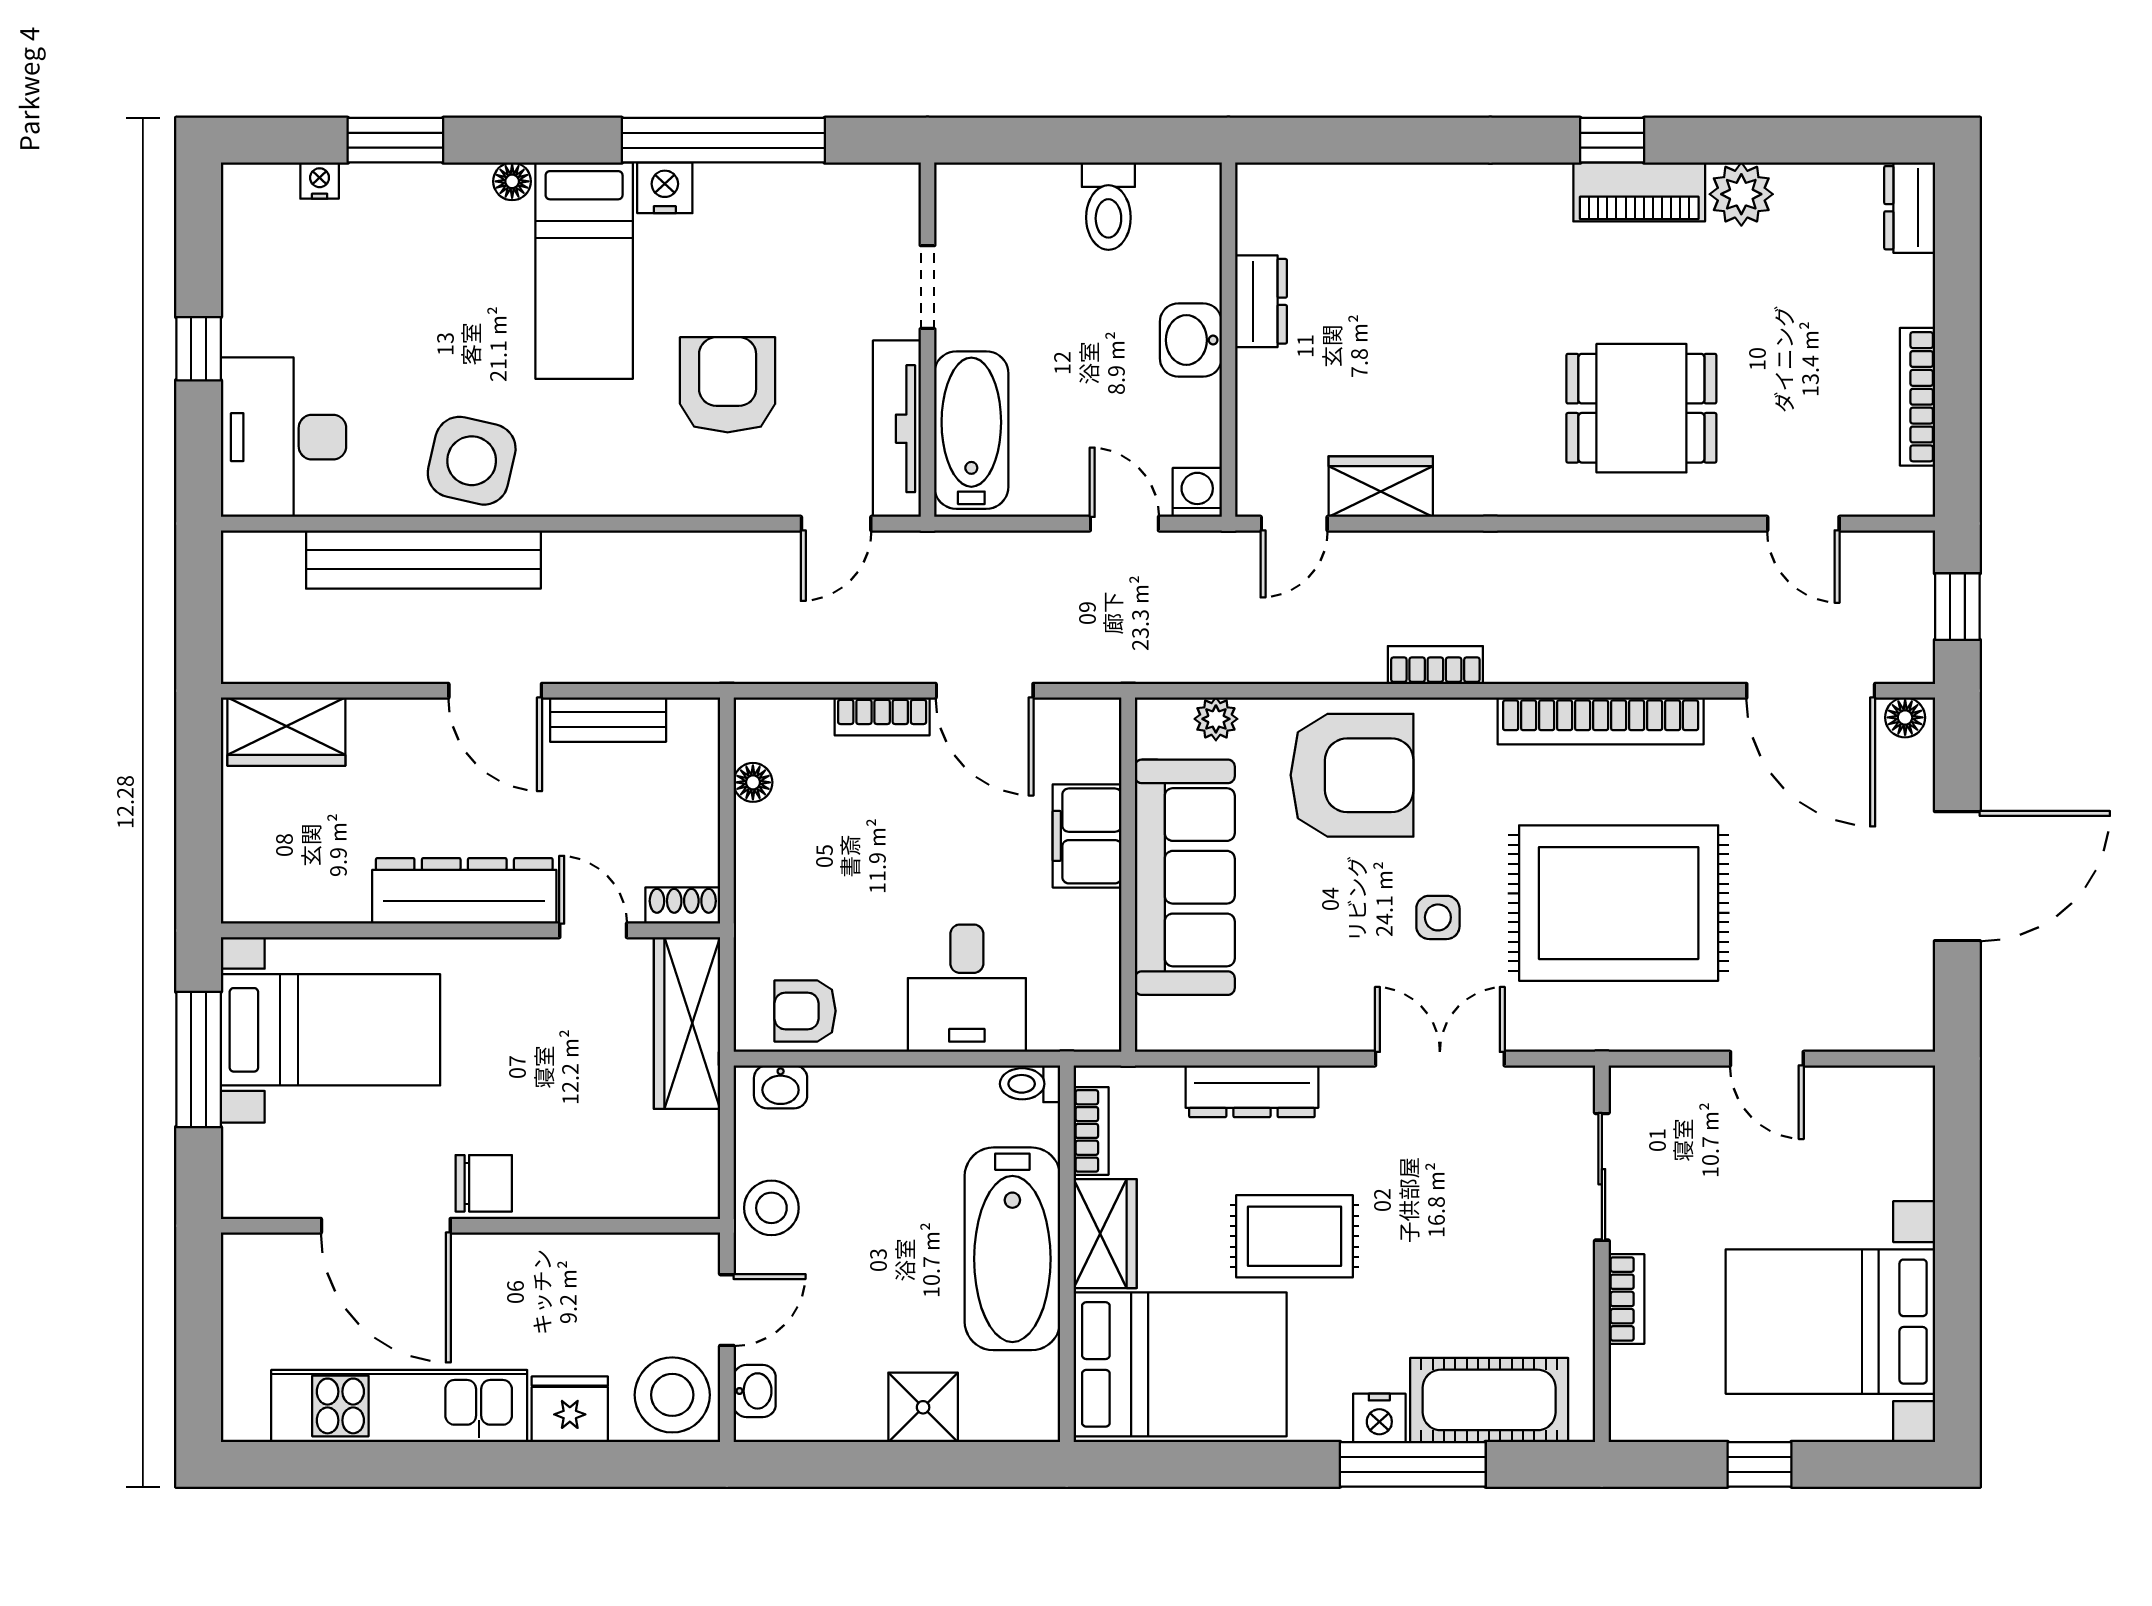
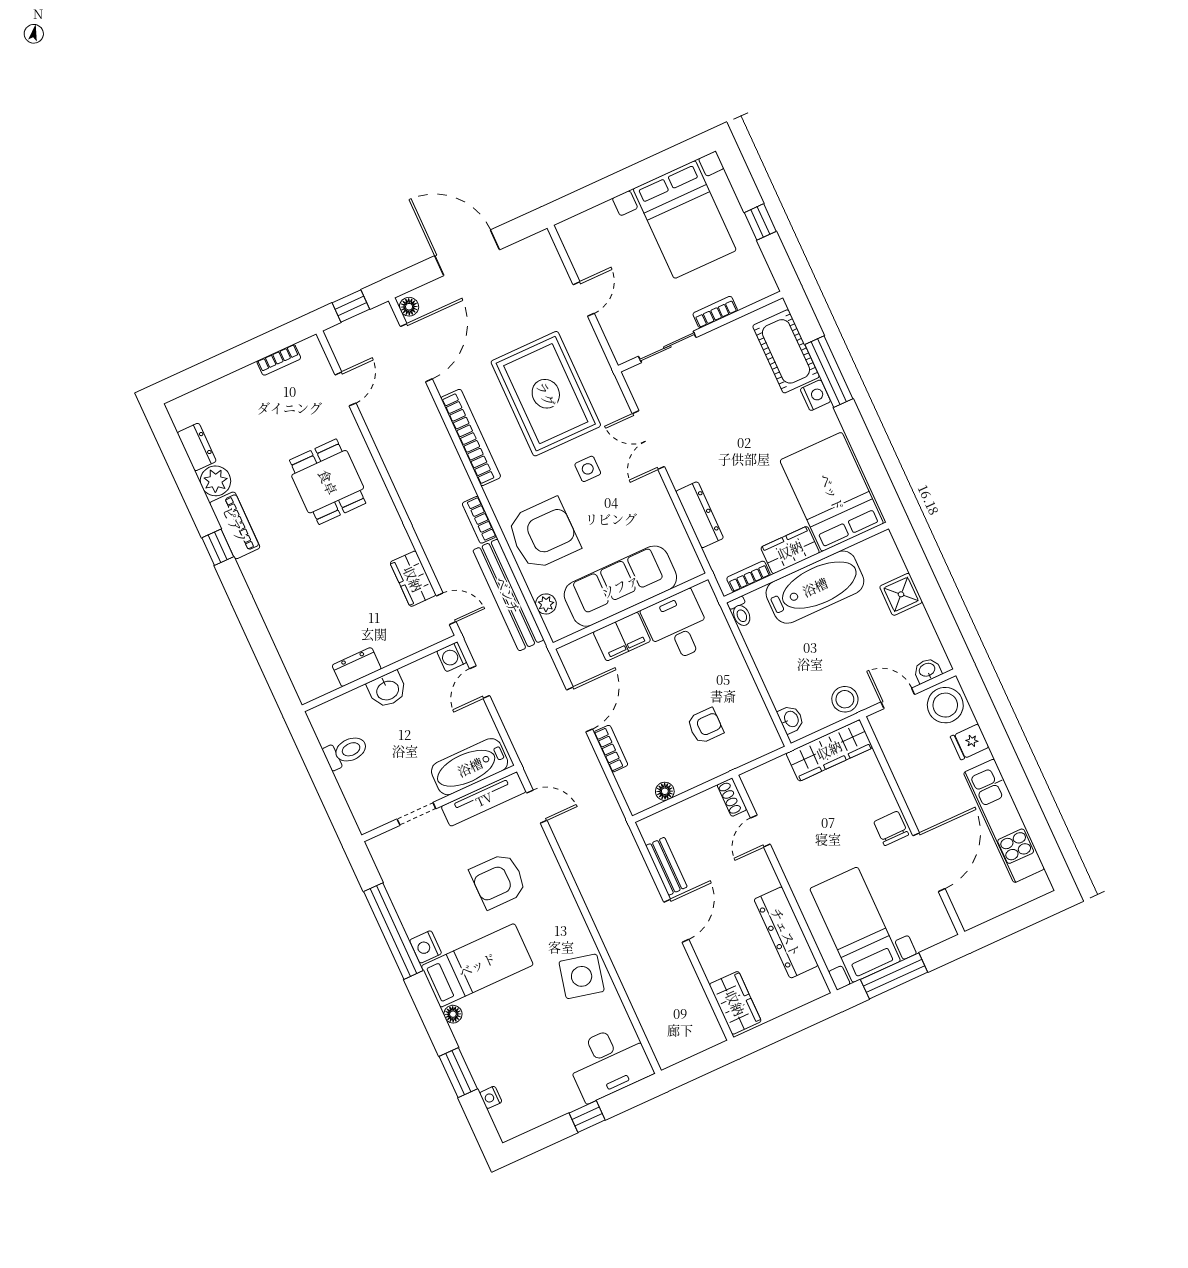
dresser: (1910, 208) -> (197, 447), moved, turned -90
bookcase: (1917, 397) -> (279, 360), width x0.64
bench: (423, 559) -> (508, 595), moved
armchair: (1352, 775) -> (543, 534), turned 90
dresser: (464, 891) -> (786, 932), moved
desk: (967, 988) -> (677, 626), moved, turned -90
armchair: (805, 1011) -> (705, 726), moved, turned -90
wardrobe: (687, 1023) -> (829, 750), moved
rug: (1294, 1236) -> (754, 468), removed
fridge: (570, 1409) -> (970, 742), width x0.72

